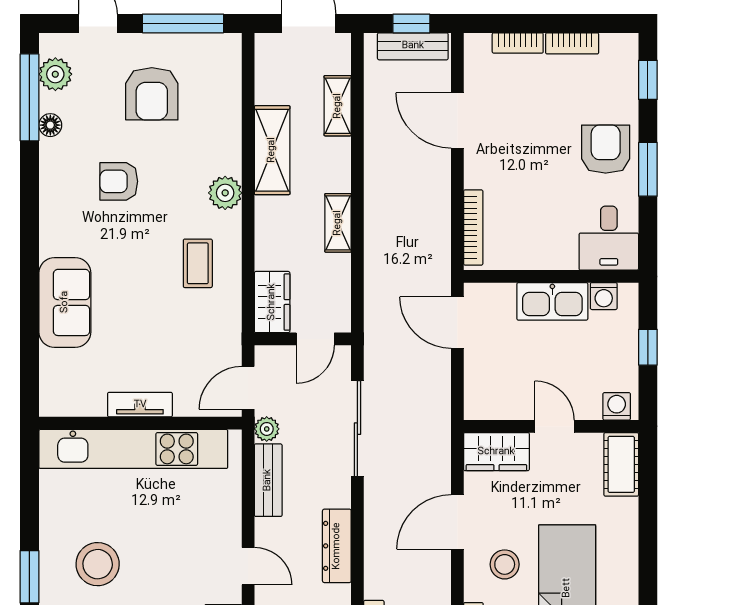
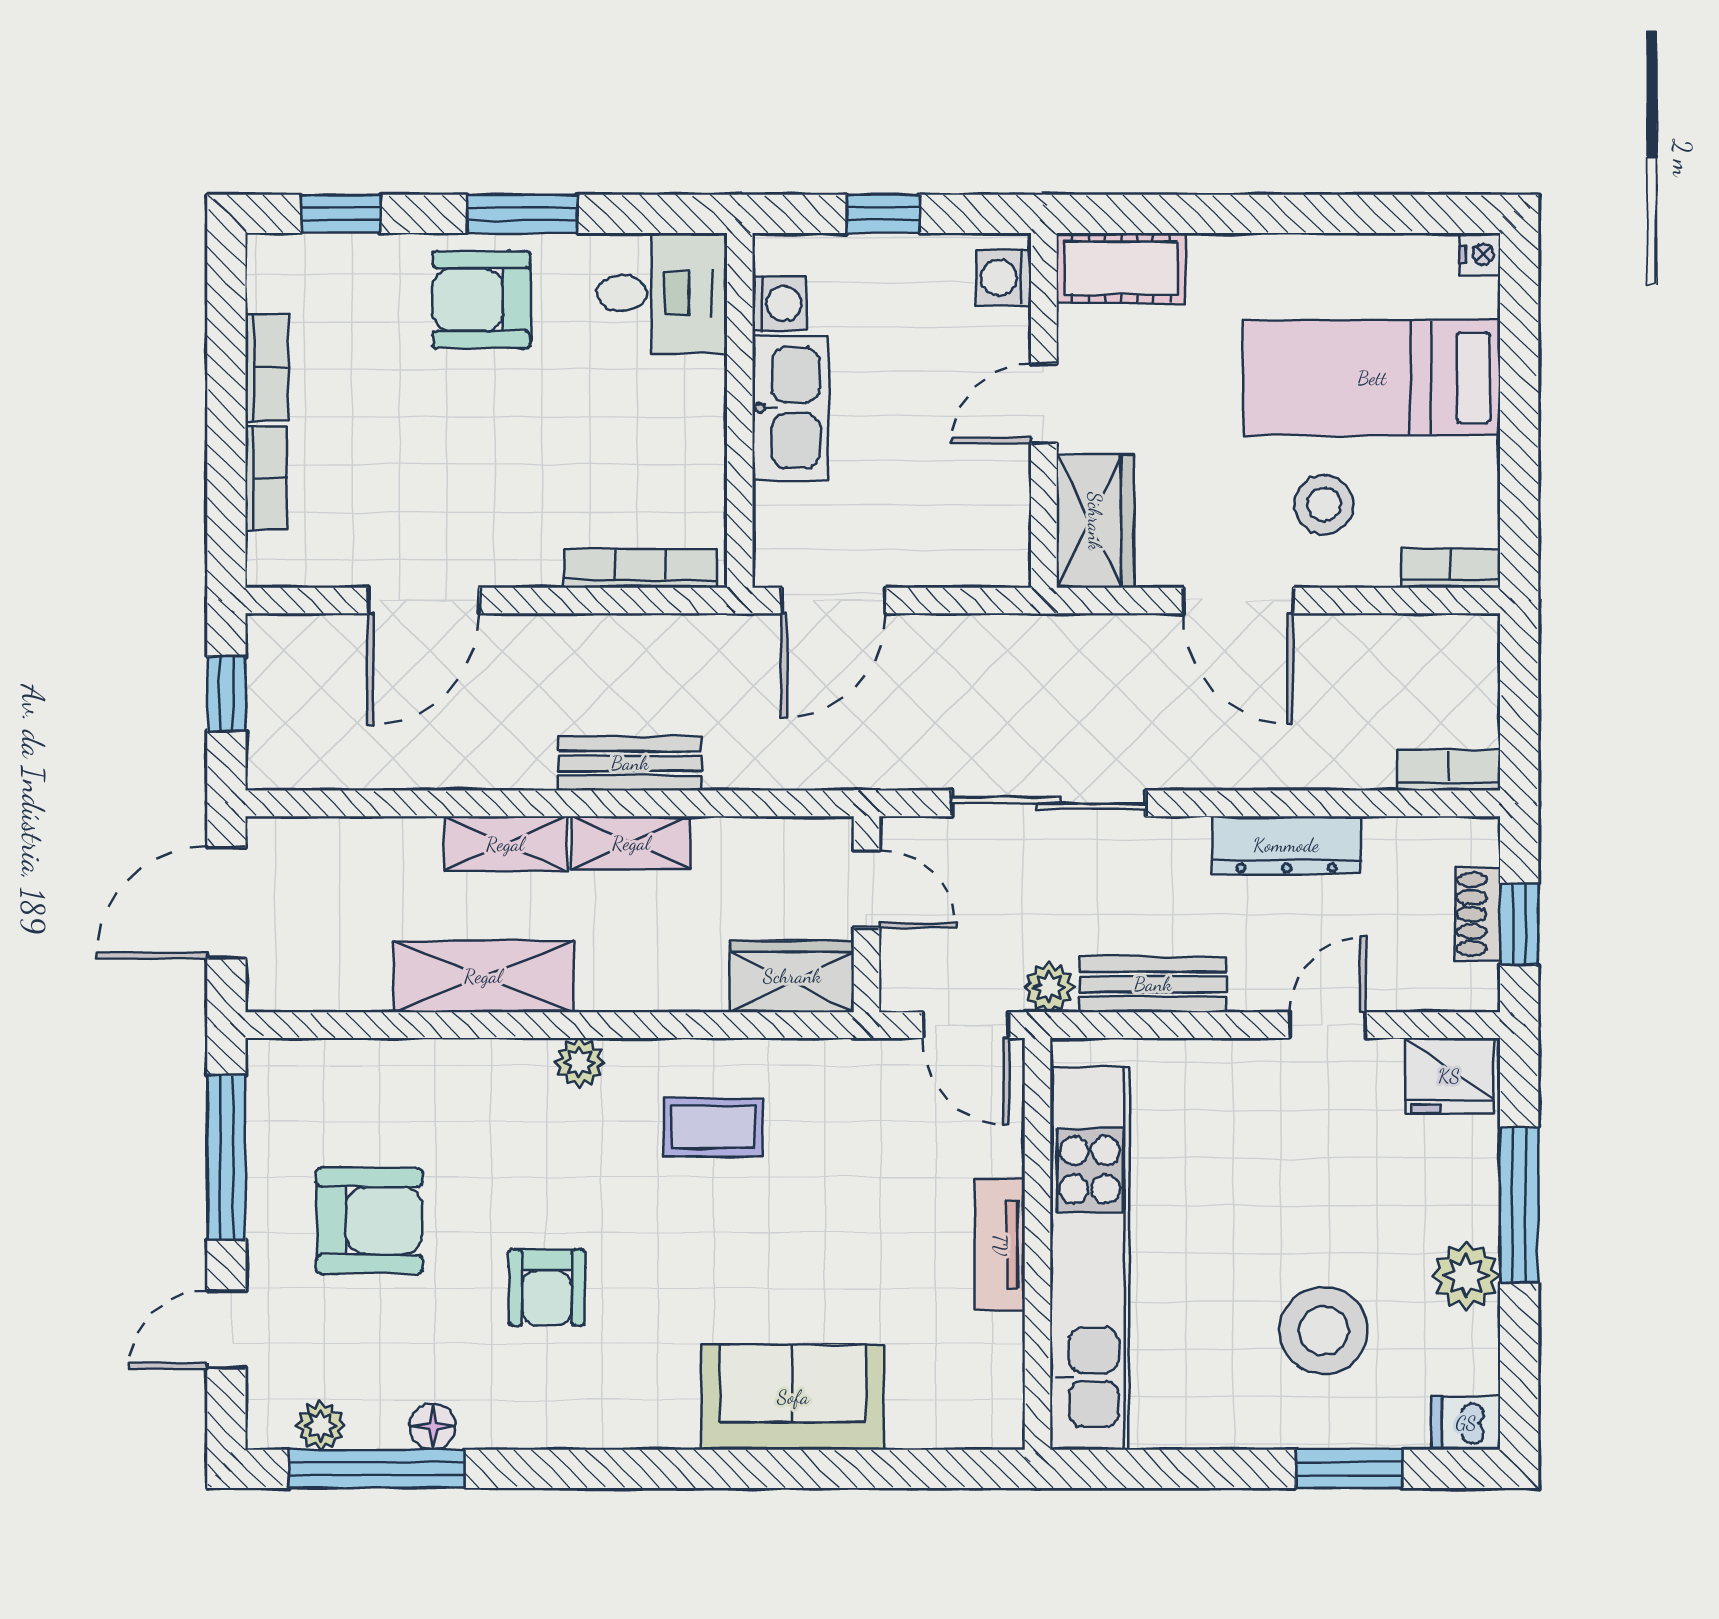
bench: (413, 46) -> (630, 763), moved, turned 90
plant: (55, 74) -> (320, 1425), width x0.73, depth x0.73
shelving: (338, 106) -> (505, 844), moved
plant: (225, 193) -> (579, 1062), width x0.73, depth x0.73

